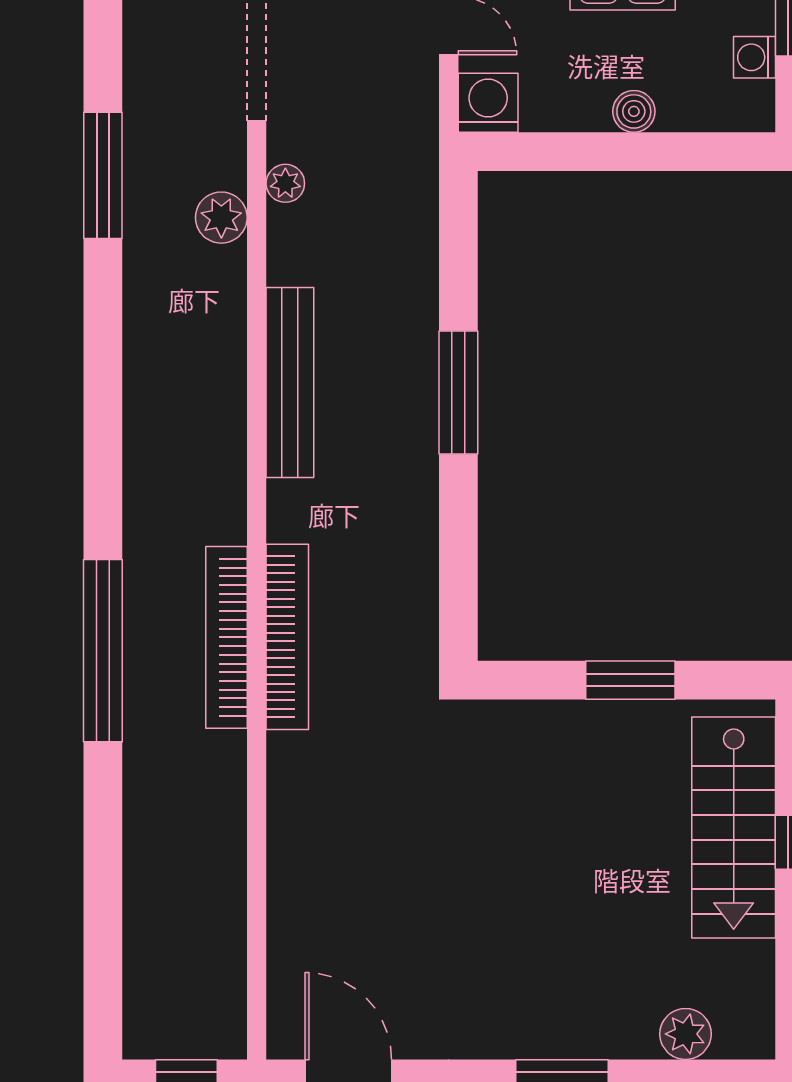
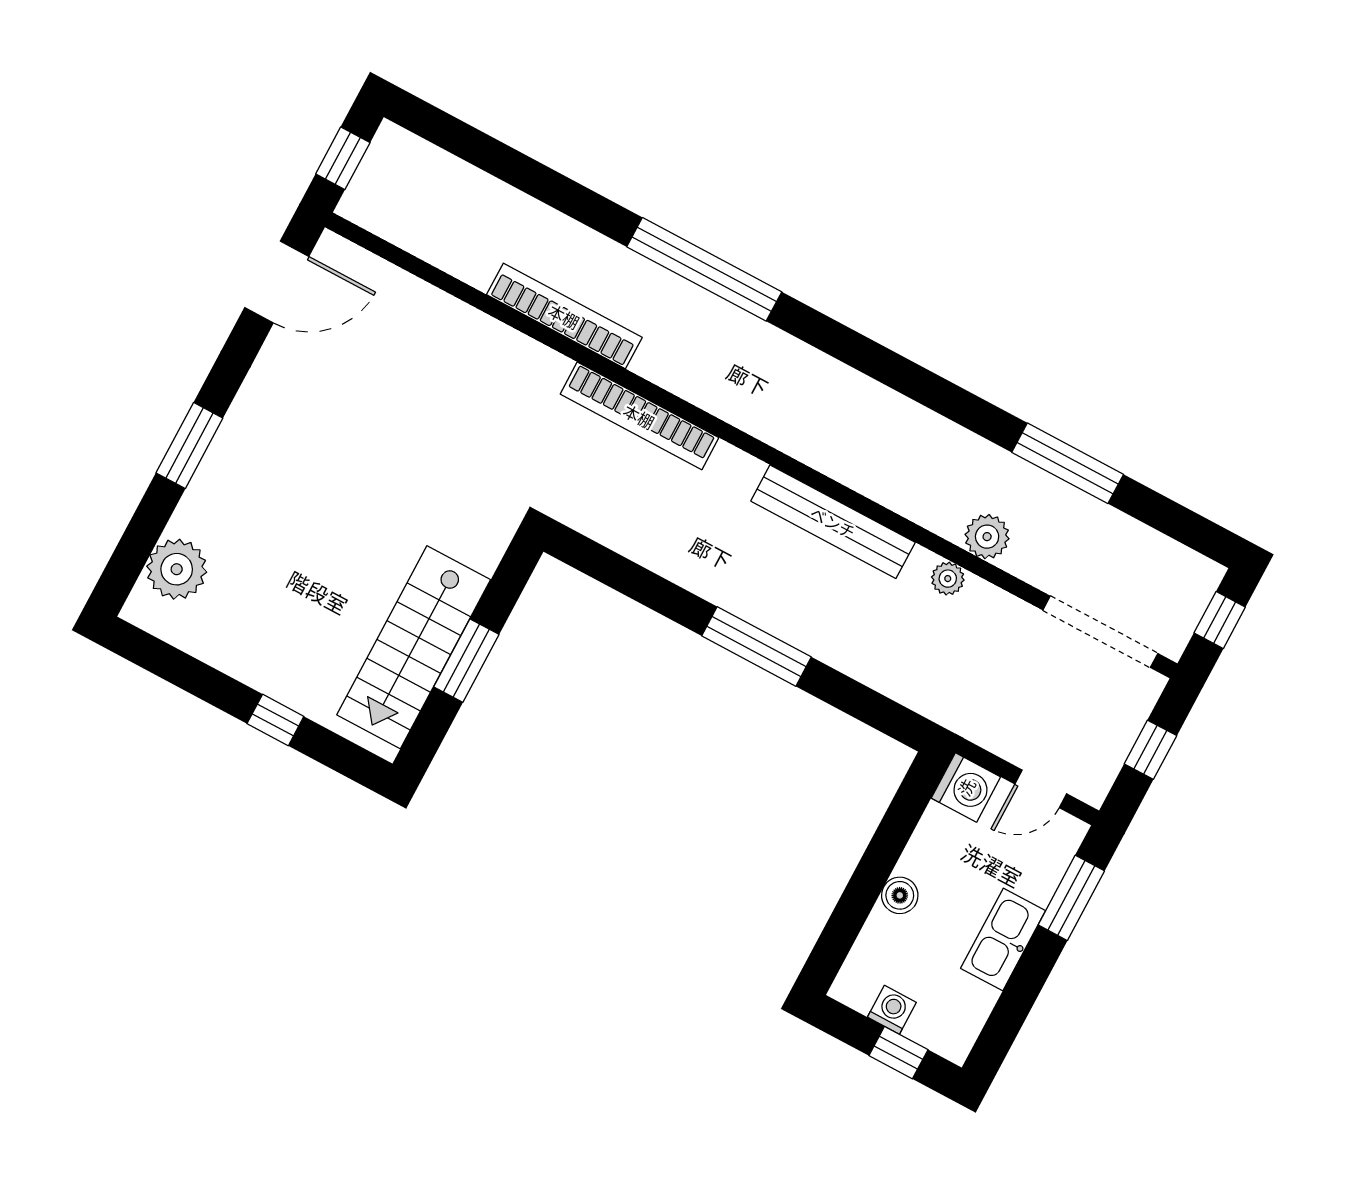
plant: (285, 183) -> (948, 579), moved
bookcase: (226, 637) -> (564, 316), moved
stairs: (734, 828) -> (414, 647), moved, turned -90
plant: (686, 1034) -> (177, 569), width x1.36, depth x1.36

